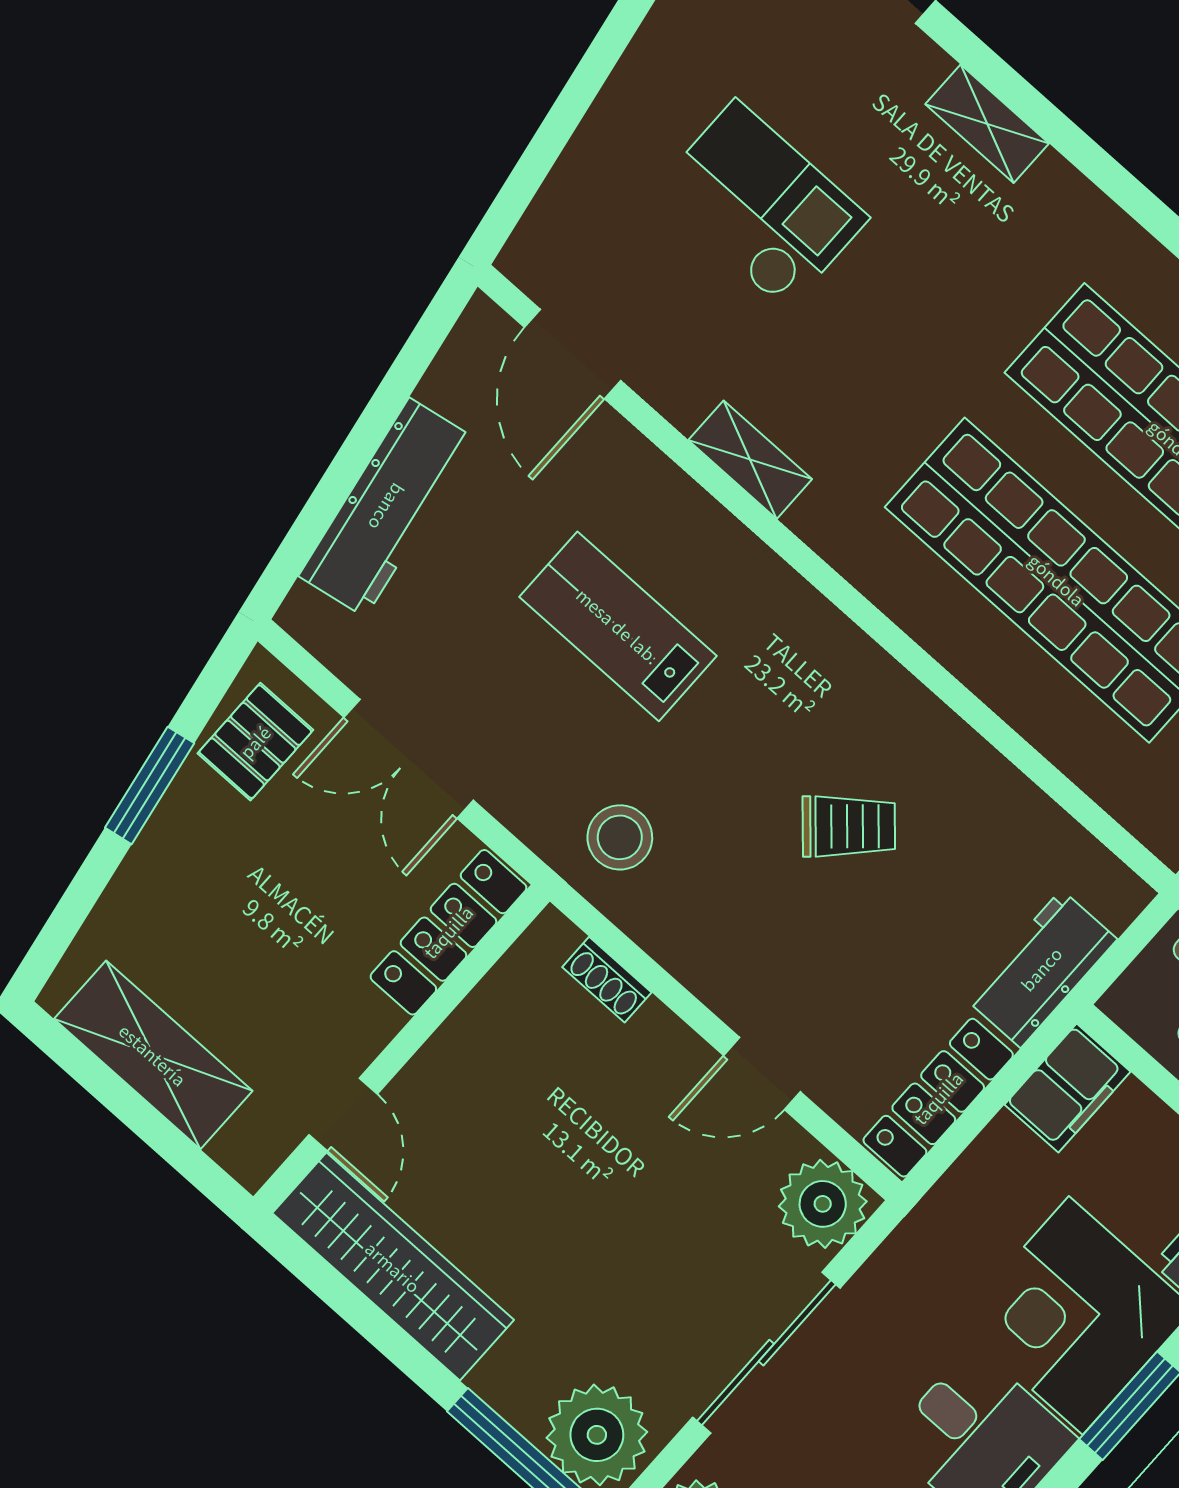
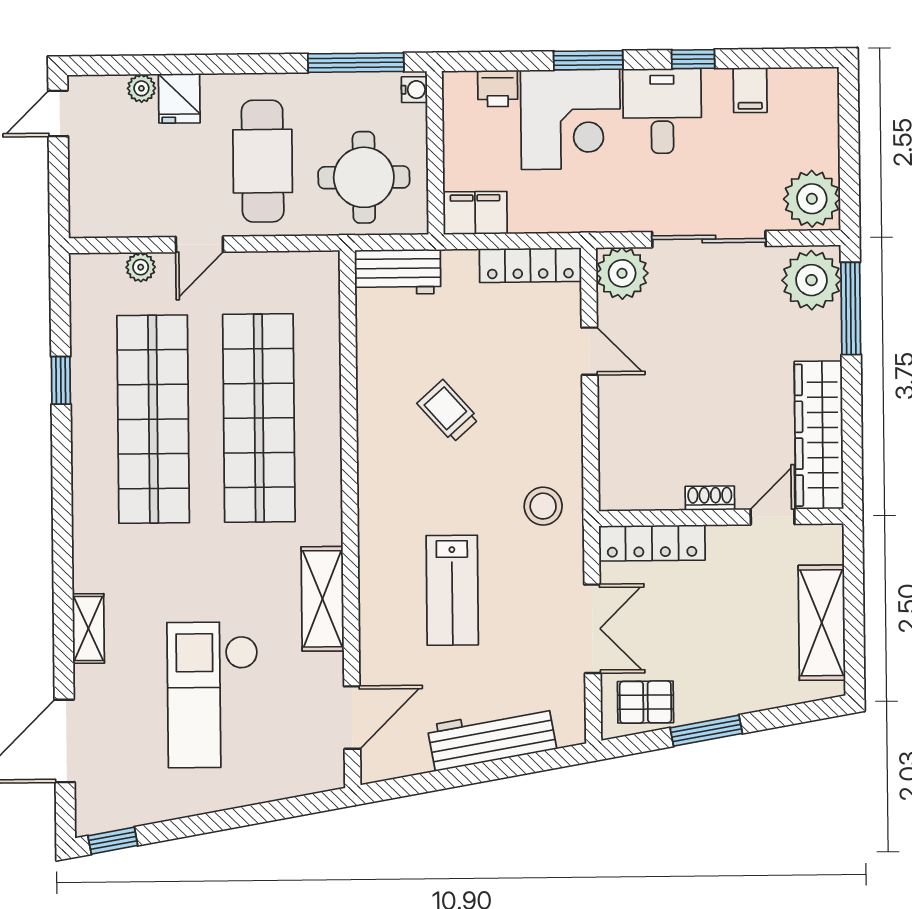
checkout: (761, 205) -> (213, 695), width x1.36, depth x1.21
shelving: (750, 460) -> (322, 599), width x1.50, depth x1.33
workbench: (1041, 969) -> (398, 272), moved
shoe rack: (607, 980) -> (710, 498), moved, turned -90

